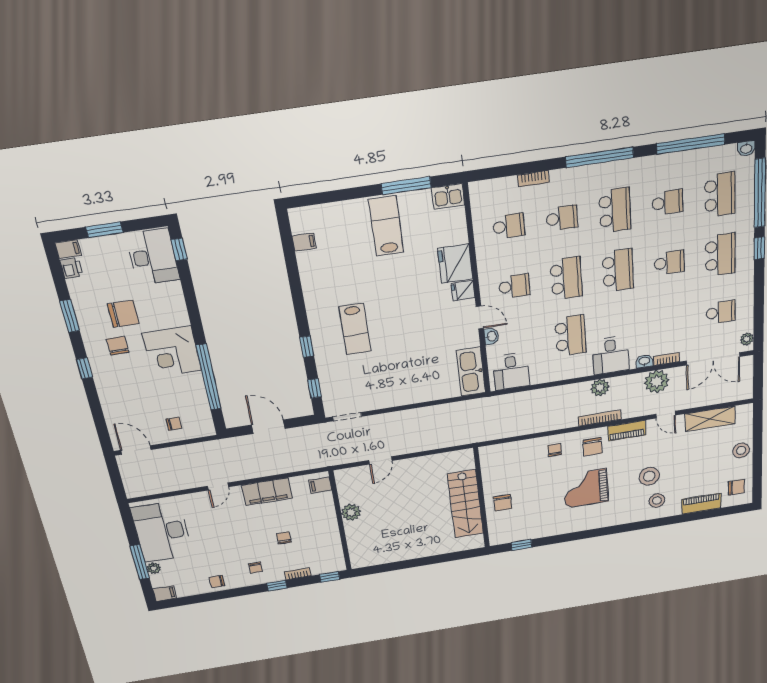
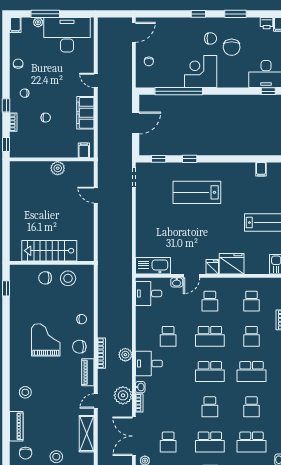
lab bench: (355, 329) -> (197, 192), width x1.36, depth x1.39
school desk: (570, 336) -> (168, 336), width x0.54
stool: (649, 476) -> (68, 278), moved

